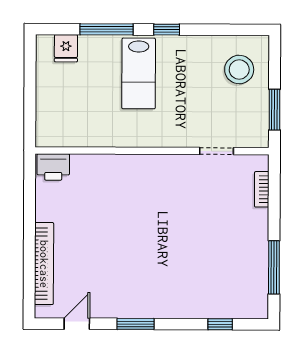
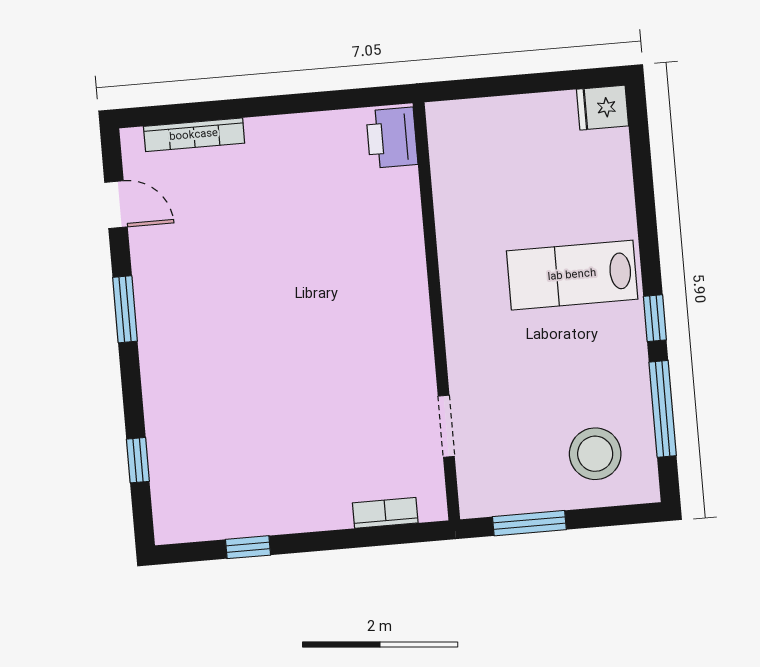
window: (107, 29) -> (663, 409), moved
fridge: (66, 48) -> (603, 108), moved
bookcase: (44, 264) -> (194, 135), width x0.68, depth x0.76
window: (274, 267) -> (248, 547), width x0.46

